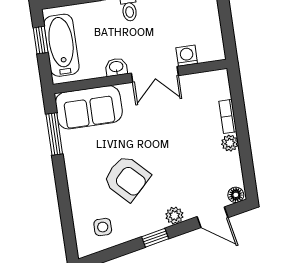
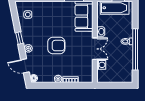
double door: (155, 74) -> (95, 49), swing flipped
armchair: (127, 178) -> (56, 46), moved, turned -135
door: (213, 217) -> (25, 66), hinge flipped

